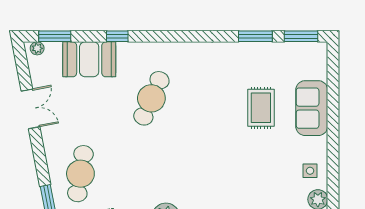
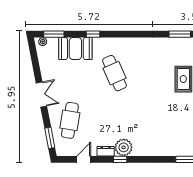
cafe table: (151, 98) -> (114, 73), turned -48
double door: (31, 109) -> (41, 94), moved

